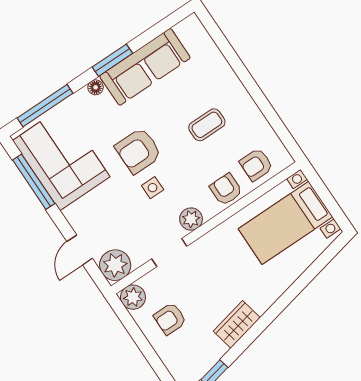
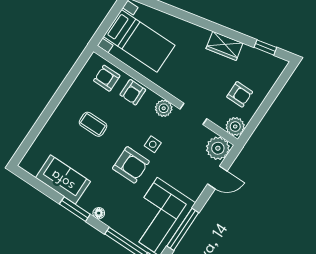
sofa: (145, 67) -> (63, 180), width x0.73
armchair: (256, 165) -> (107, 78), turned 180

